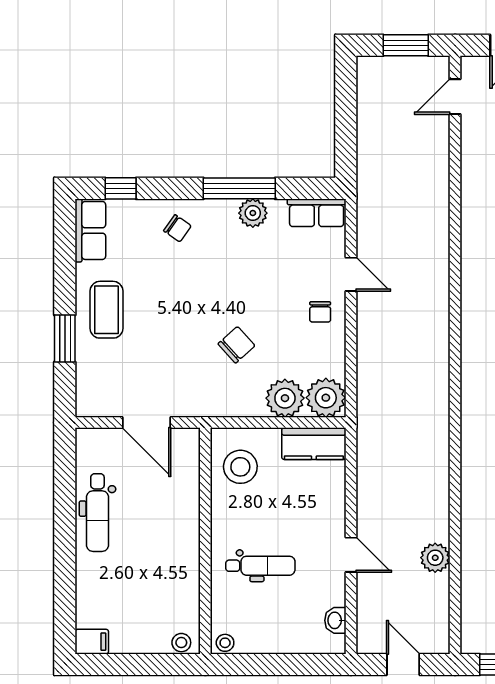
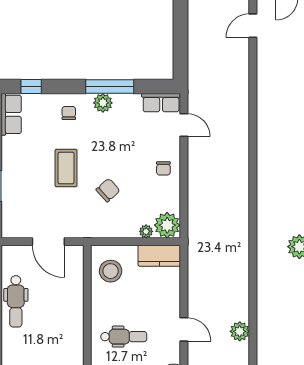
plant: (253, 213) -> (103, 103), moved
chair: (177, 228) -> (69, 113), turned -125
door: (351, 274) -> (184, 125), moved
coffee table: (106, 310) -> (66, 168), moved
plant: (285, 398) -> (146, 231), width x0.53, depth x0.53

